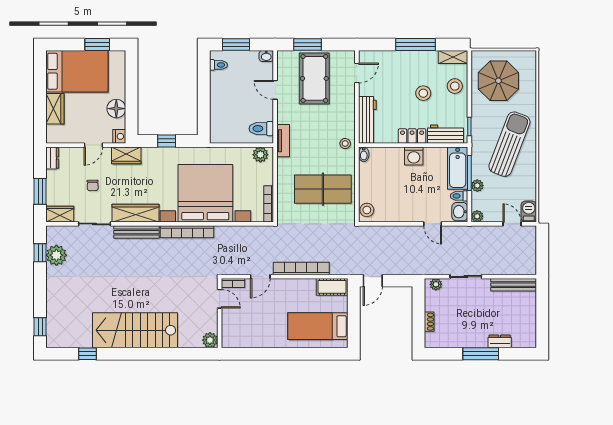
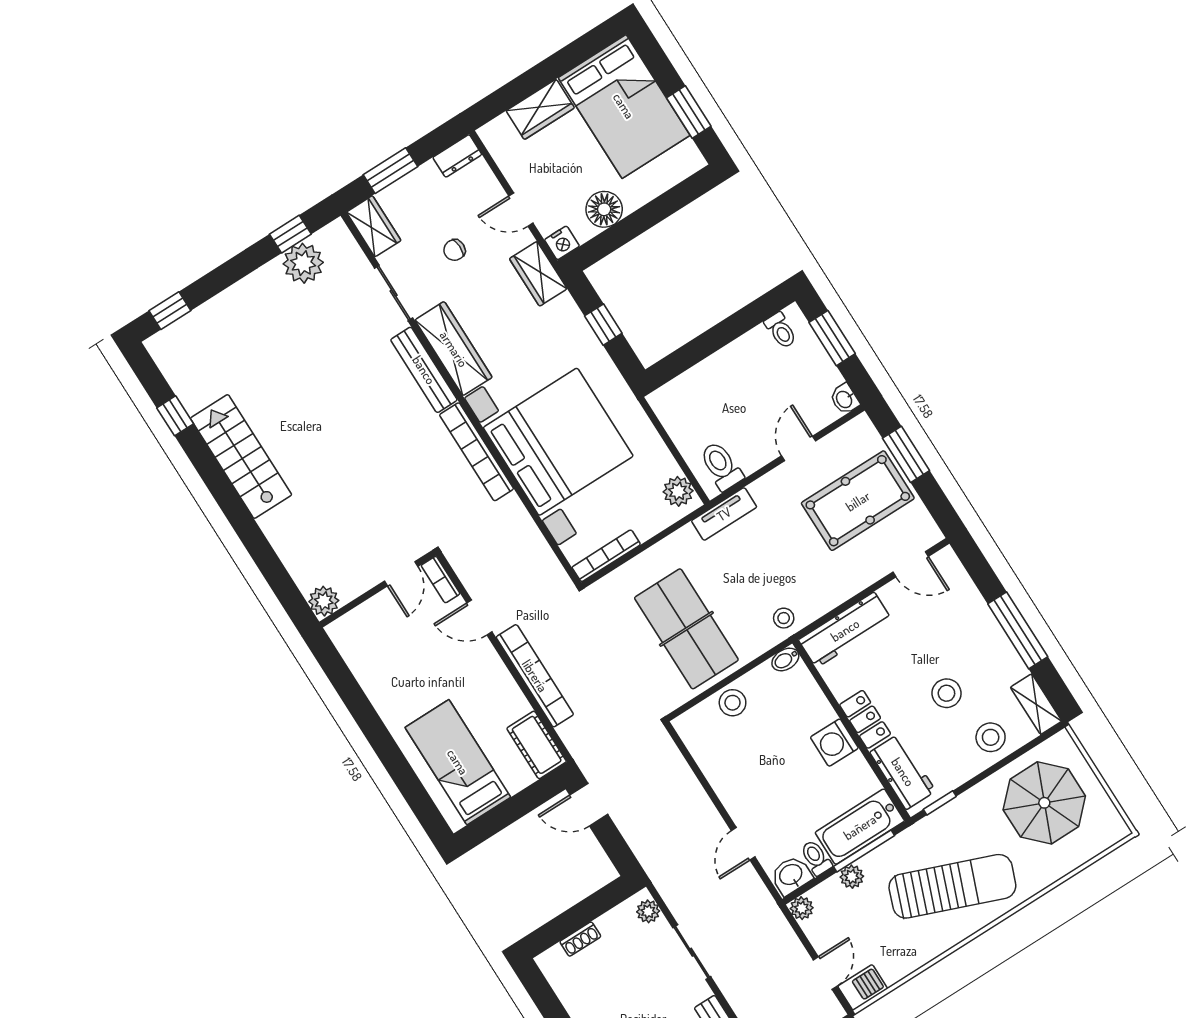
stool: (367, 210) -> (733, 703), moved
stairs: (135, 330) -> (241, 456), width x0.73, depth x0.66

